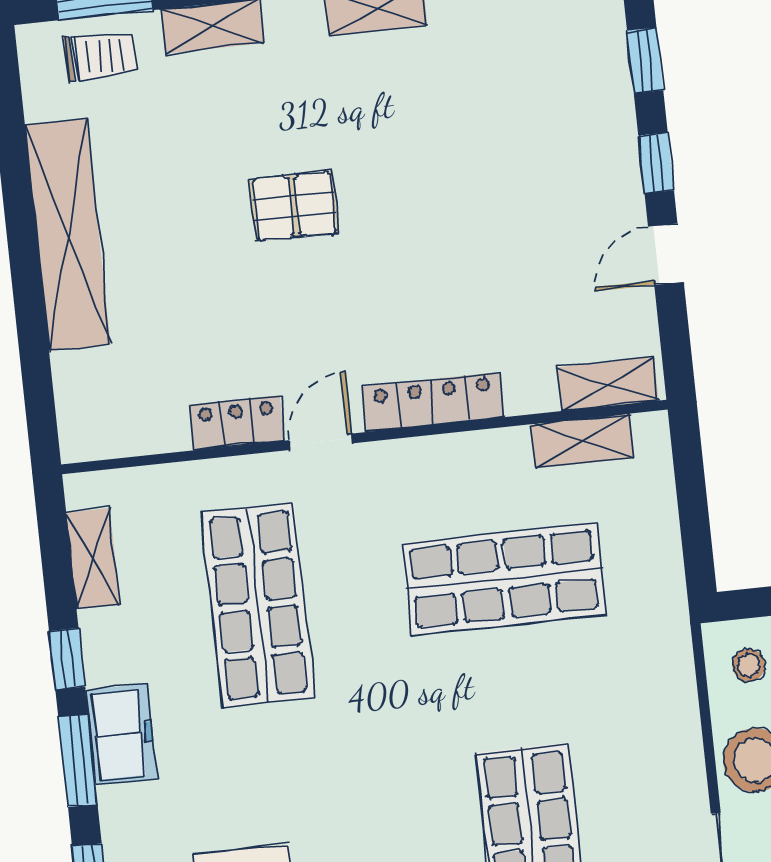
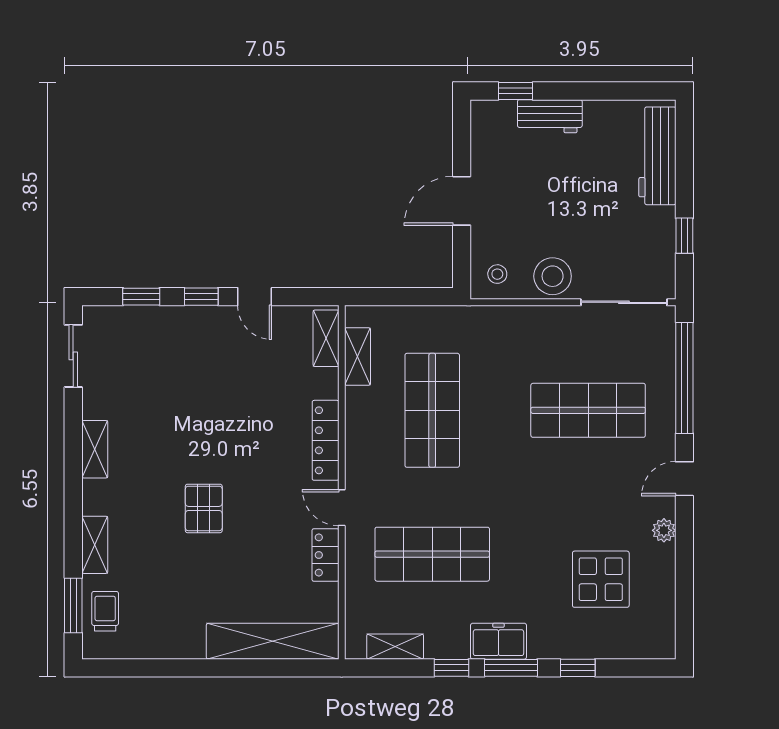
shelving: (68, 235) -> (273, 641), moved

